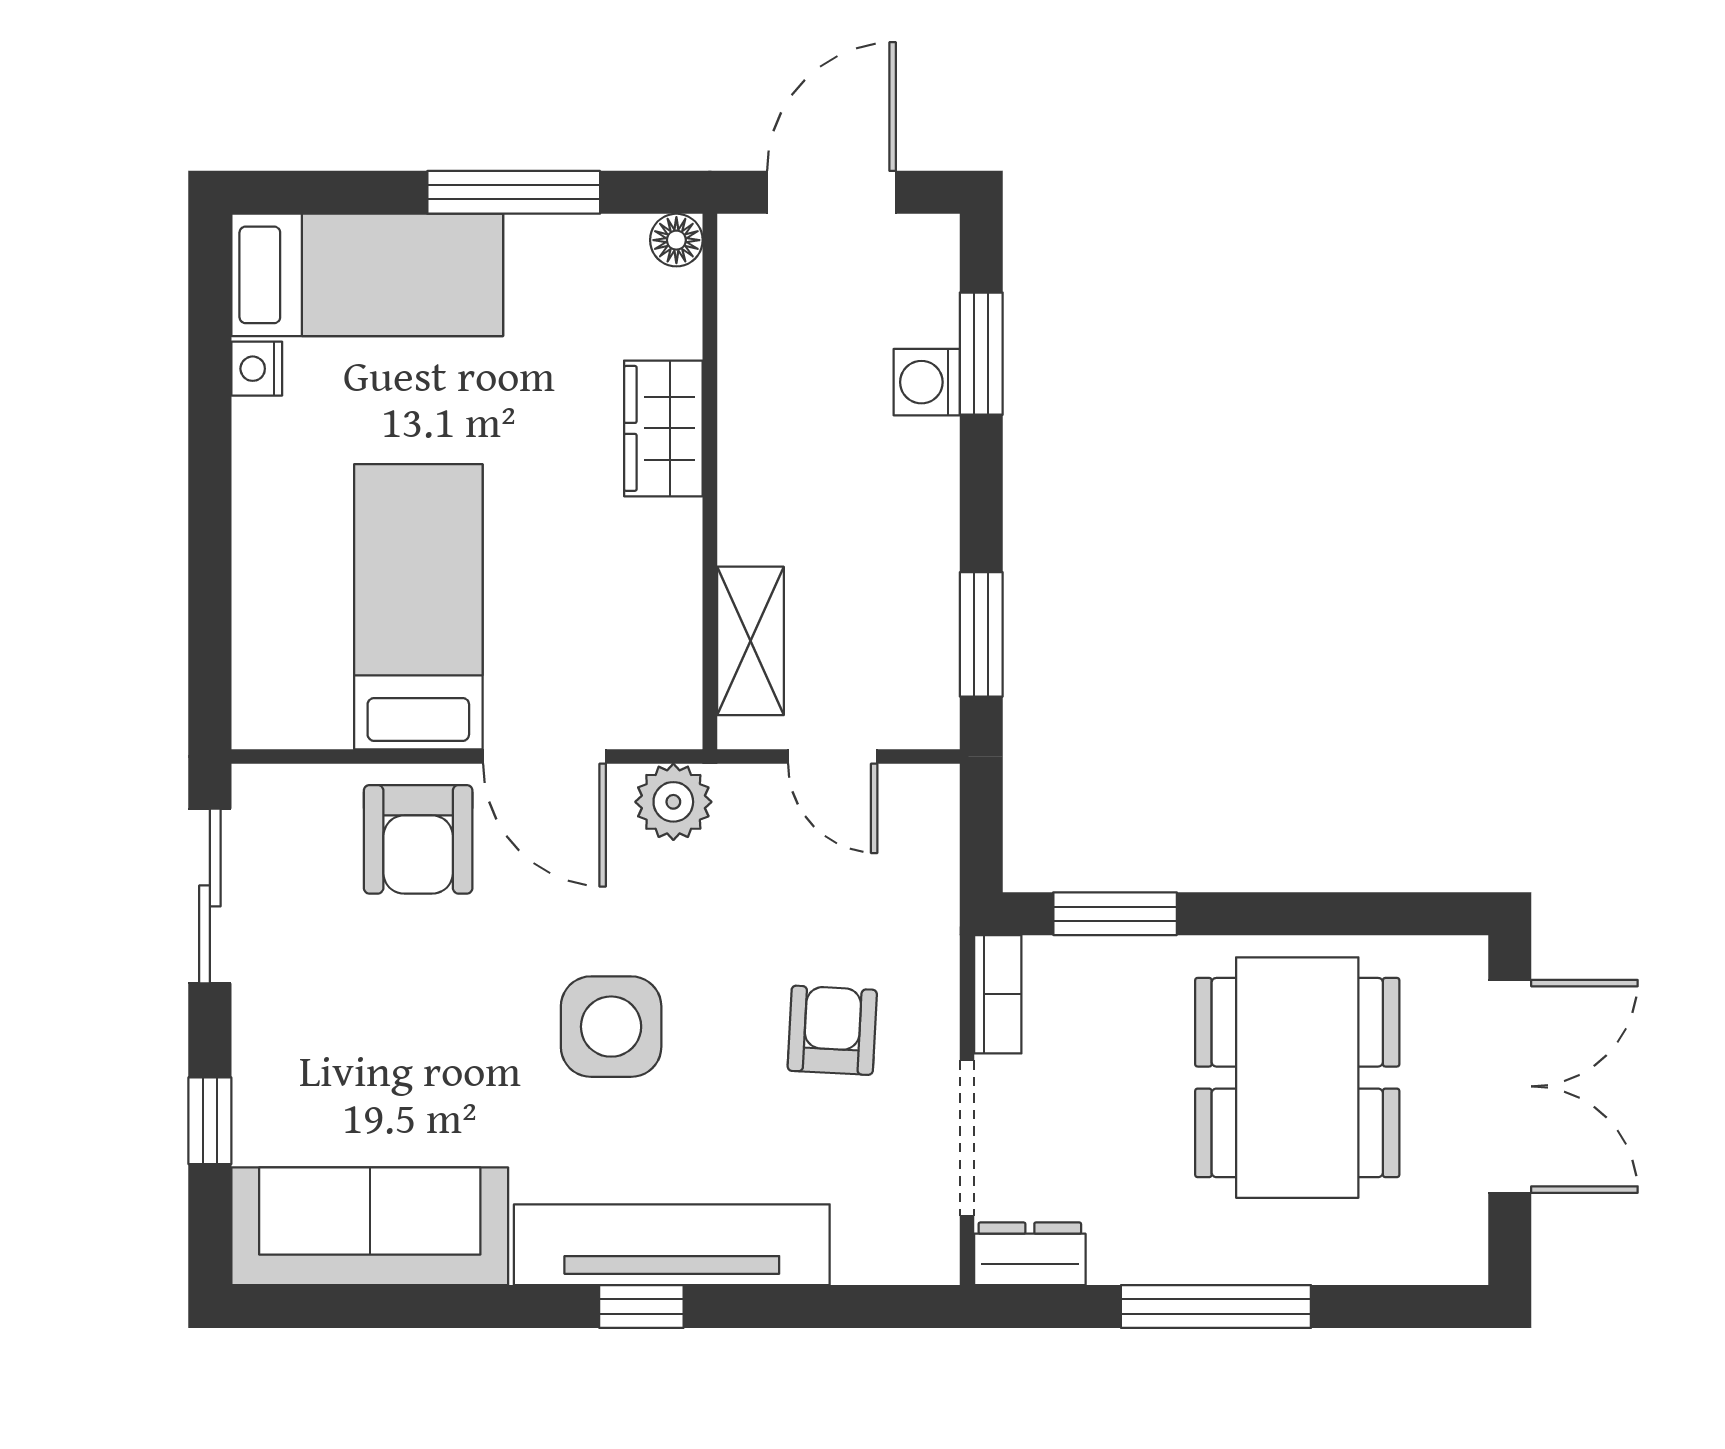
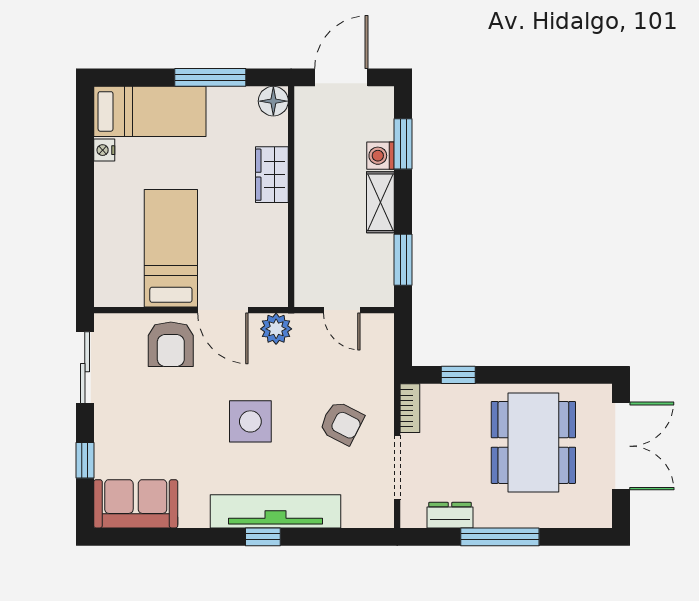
floor lamp: (676, 240) -> (273, 101), width x1.37, depth x1.37
shelving: (750, 641) -> (380, 202), moved
window: (1115, 914) -> (458, 375), width x0.67
armchair: (832, 1030) -> (342, 423), turned 114
sofa: (370, 1226) -> (136, 504), width x0.73
dresser: (1030, 1254) -> (450, 515), moved

